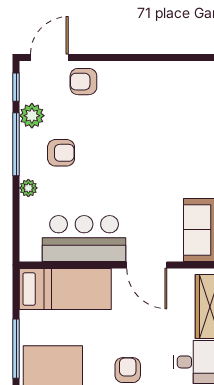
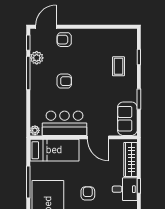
coffee table: (185, 132) -> (118, 66), added
armchair: (61, 153) -> (64, 81), moved
plant: (28, 188) -> (35, 130), moved

